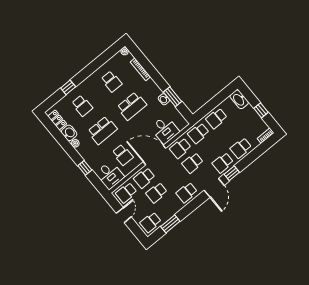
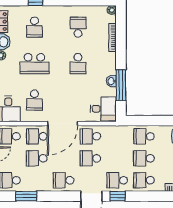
school desk: (111, 81) -> (78, 27), turned 180
window: (173, 97) -> (121, 85), width x1.44
school desk: (132, 106) -> (78, 64), width x0.54
desk: (165, 130) -> (103, 109), moved, turned -90
school desk: (198, 133) -> (144, 158), moved
door: (154, 155) -> (62, 124), swing flipped

